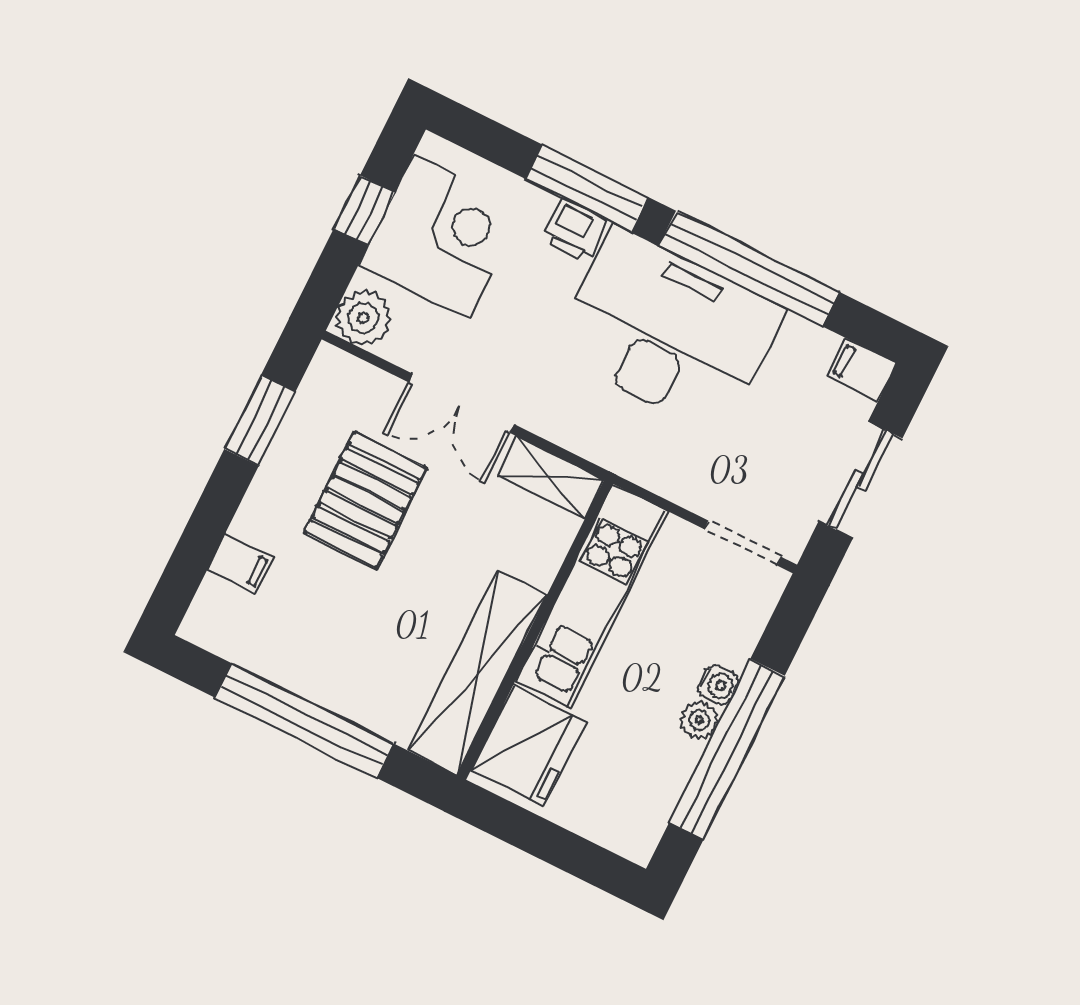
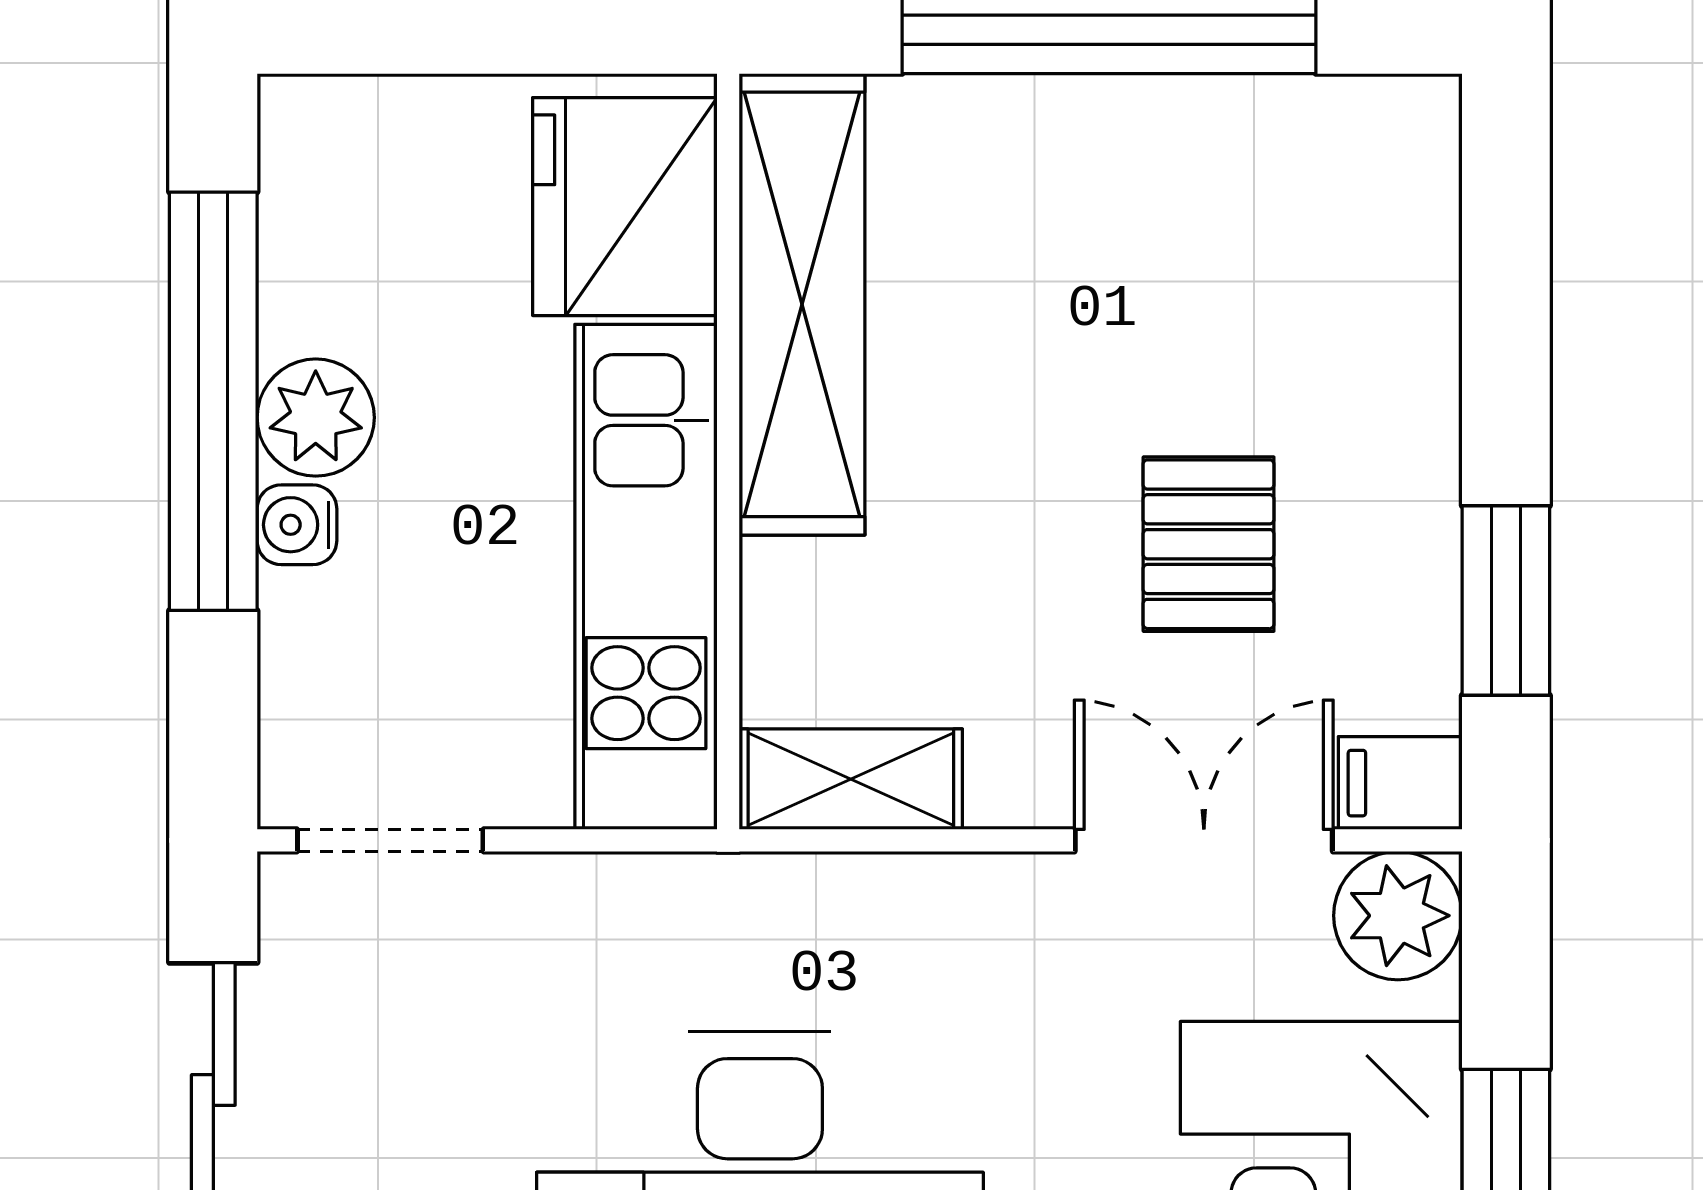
double door: (461, 403) -> (1204, 840), moved
pallet: (365, 500) -> (1209, 544), width x0.67, depth x0.71
filing cabinet: (240, 563) -> (1400, 783), moved
plant: (699, 720) -> (316, 418), width x1.38, depth x1.38

